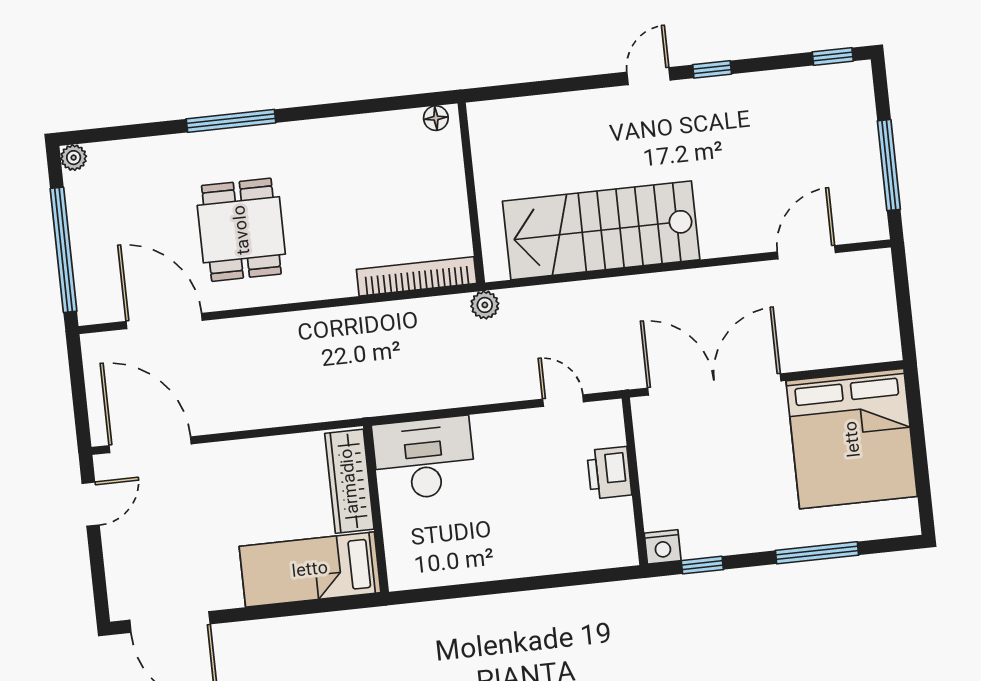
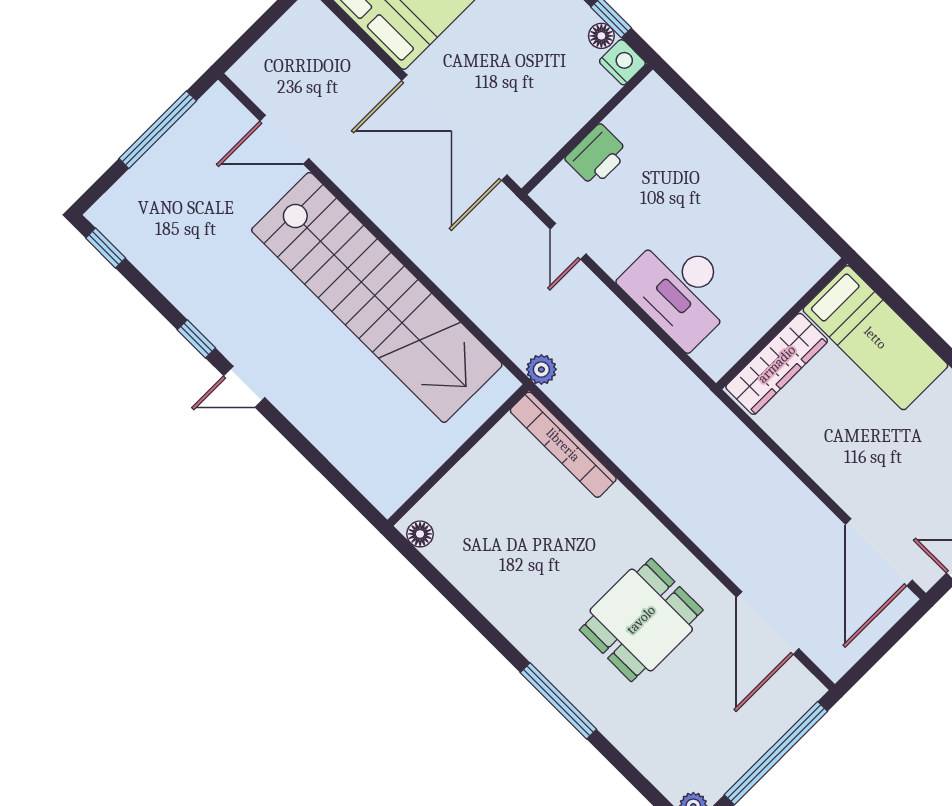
stairs: (601, 230) -> (377, 297), width x1.36
desk: (424, 458) -> (680, 290), moved
floor lamp: (695, 547) -> (601, 36), added

